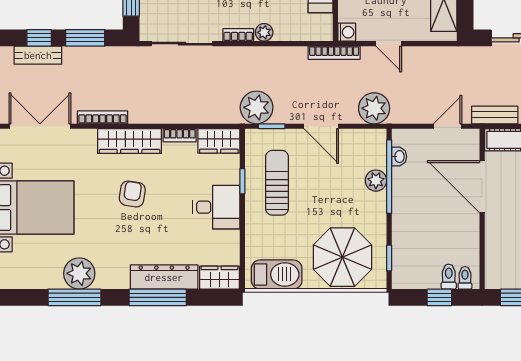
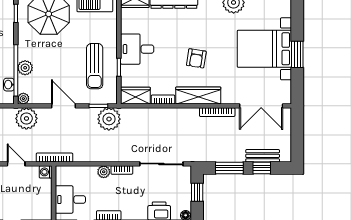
plant: (378, 137) -> (23, 99), added

